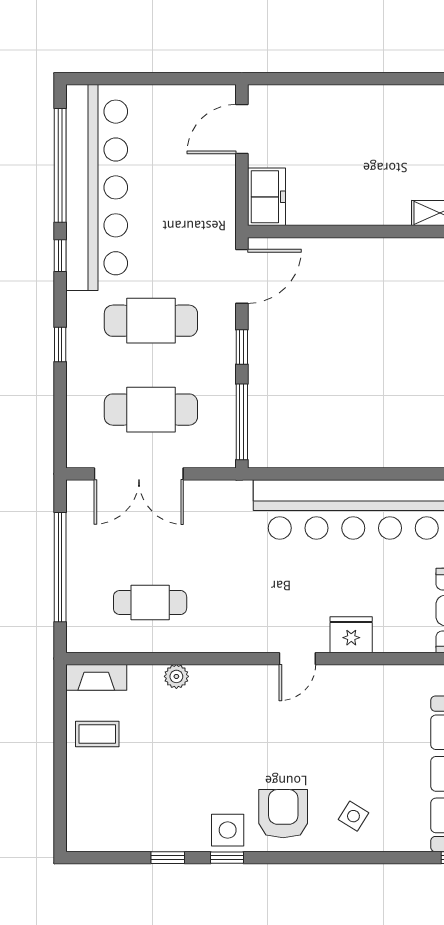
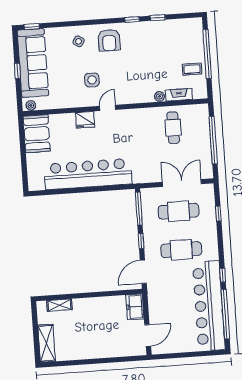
window: (60, 344) -> (218, 214), moved
cafe table: (150, 602) -> (173, 128), turned 90
fireplace: (96, 677) -> (179, 95), moved
window: (60, 766) -> (207, 54), added
side table: (228, 830) -> (92, 80), moved

